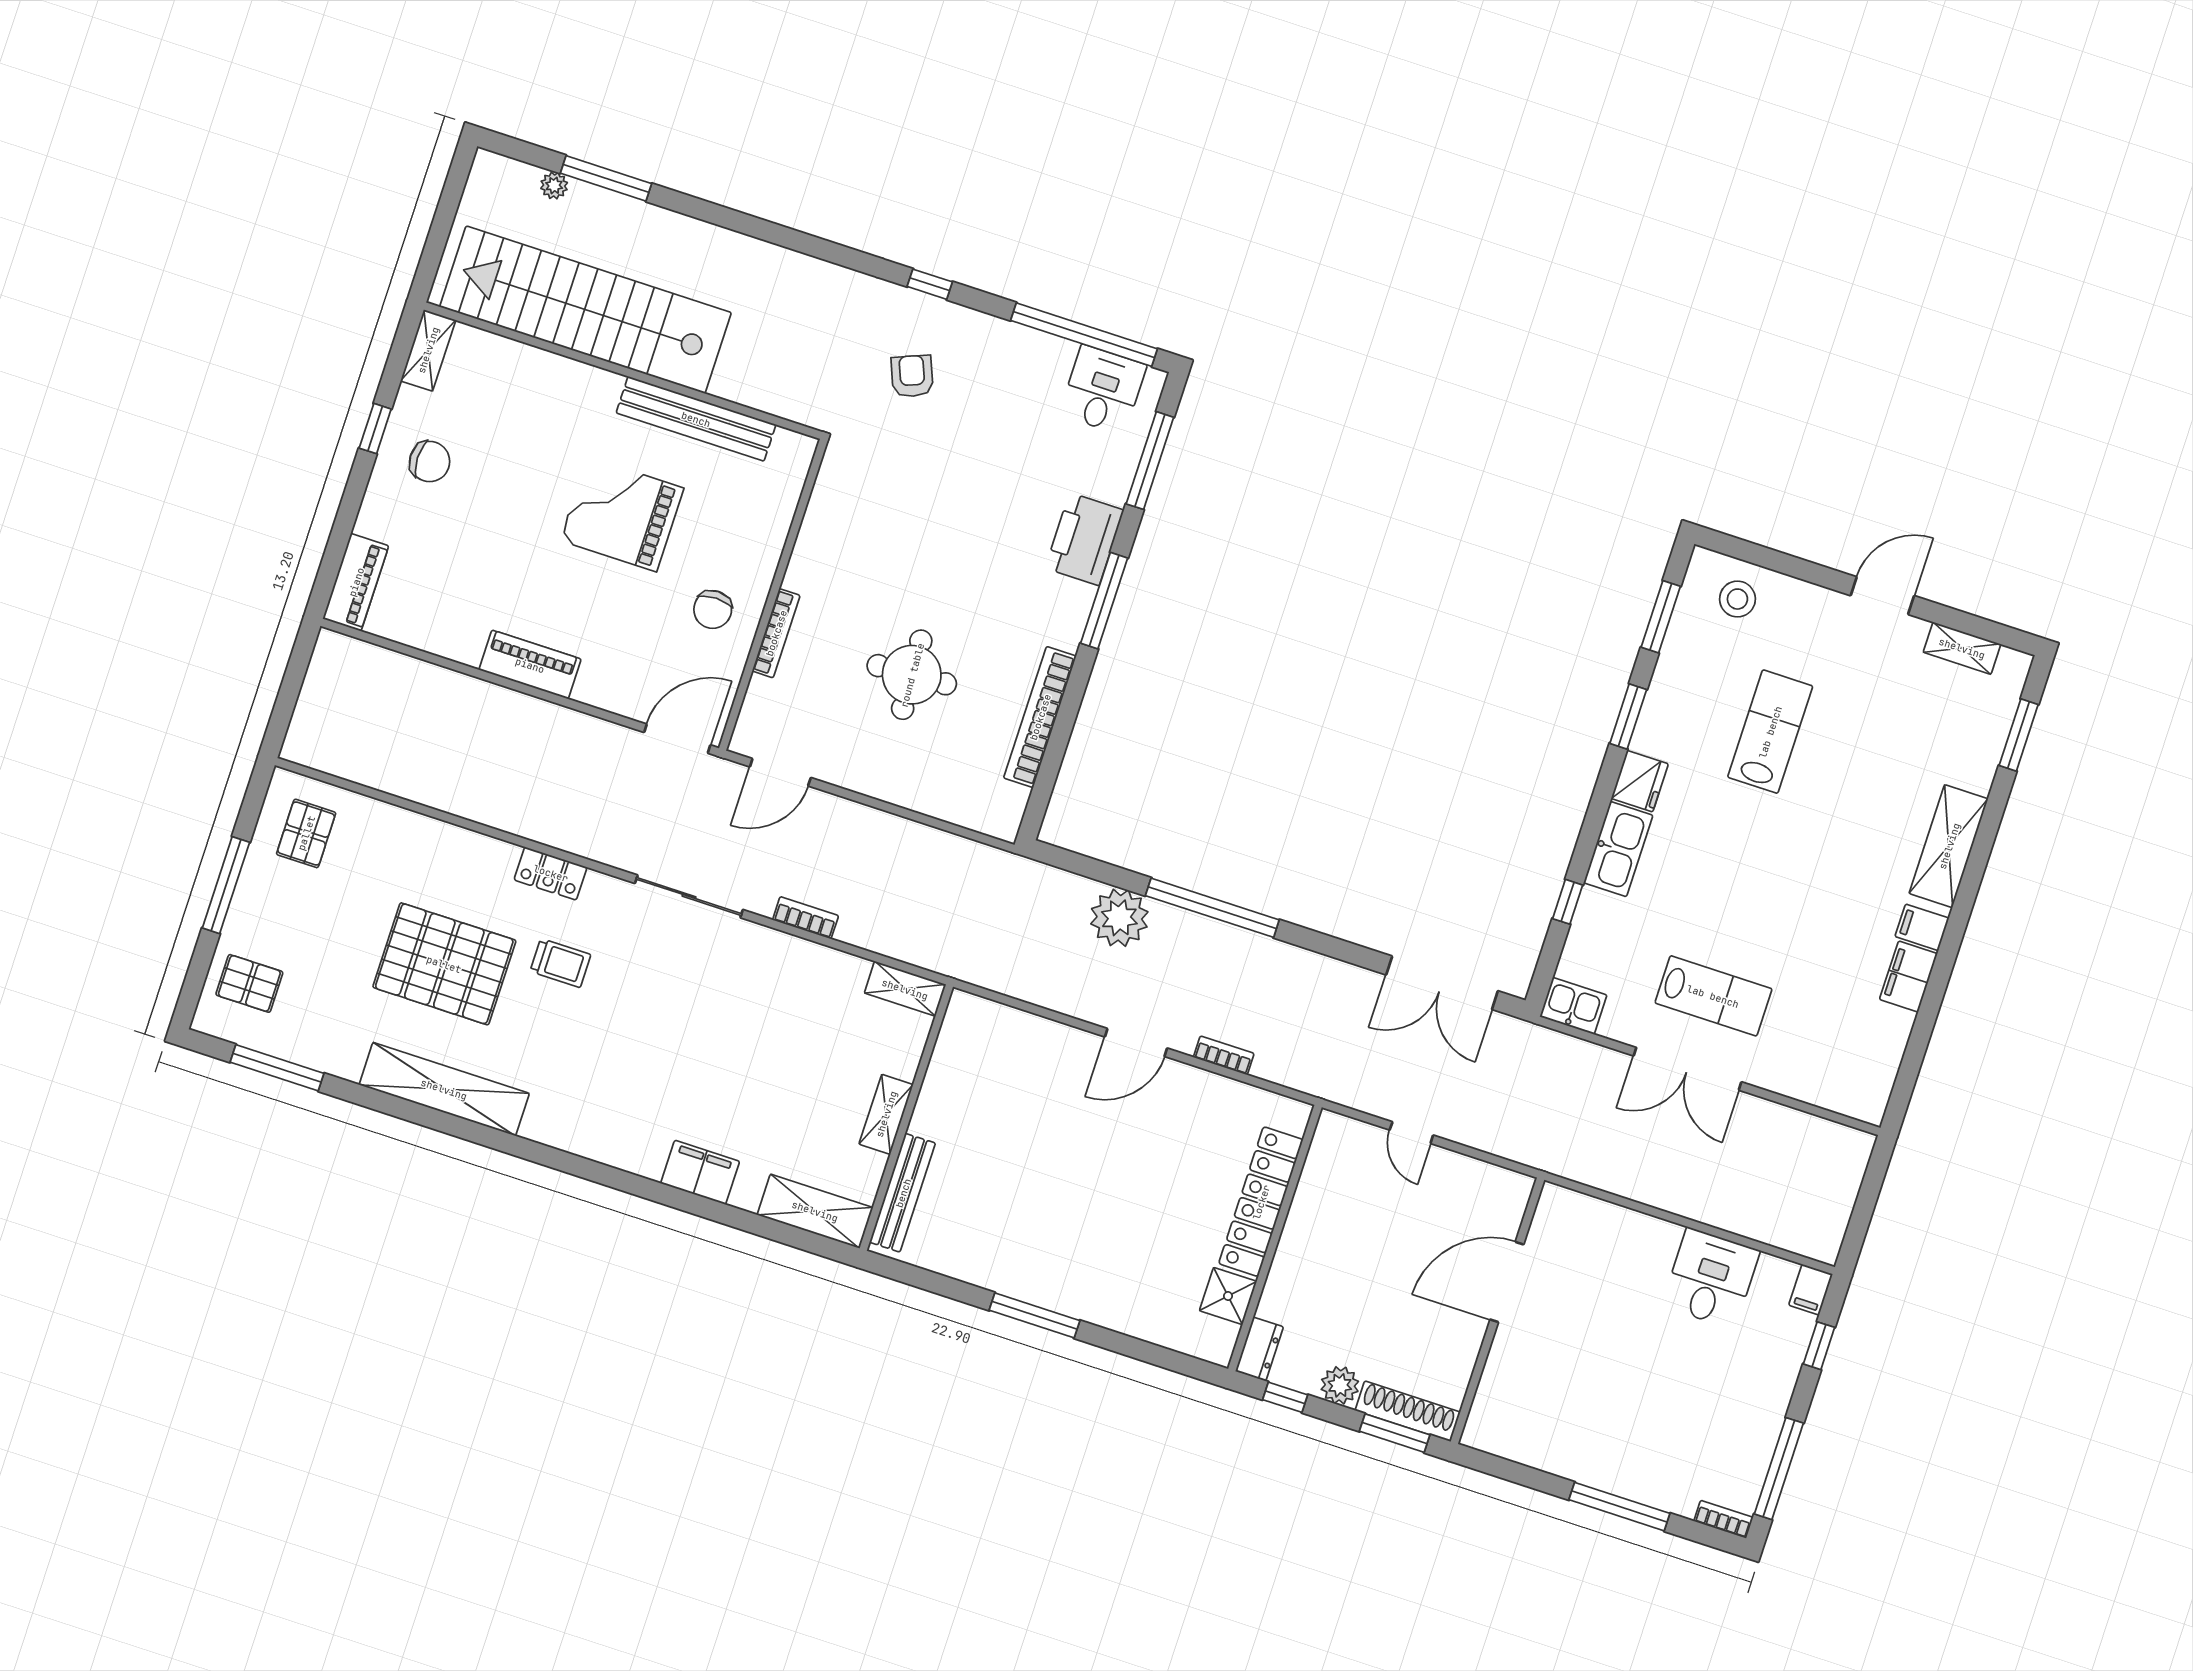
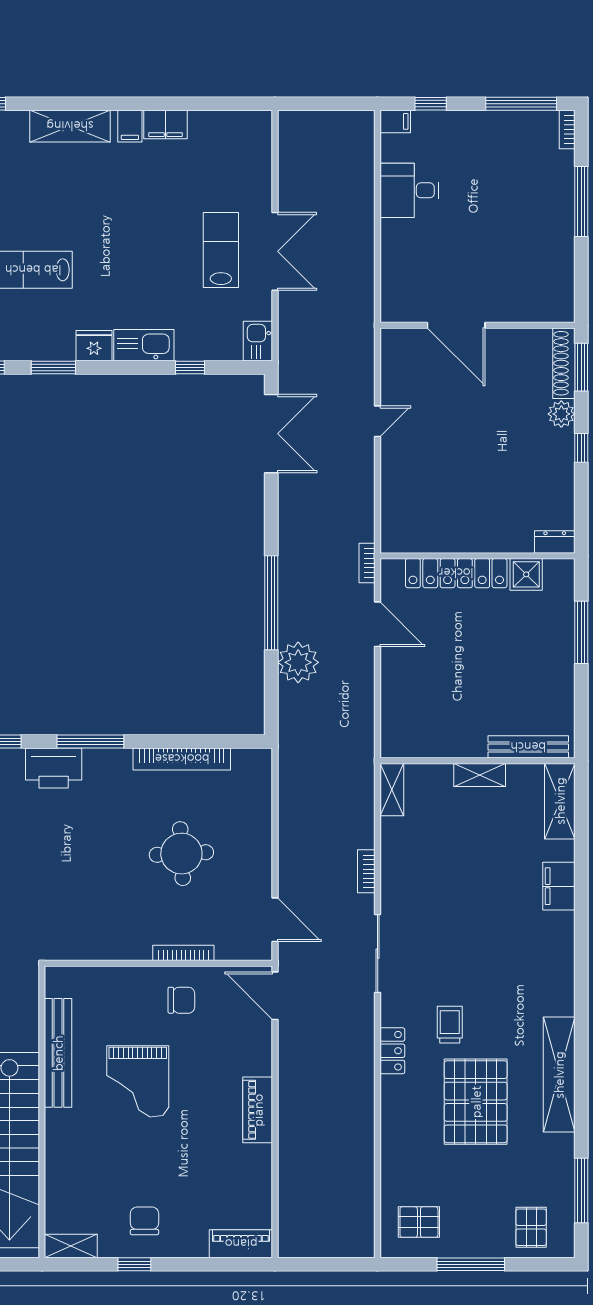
locker: (1261, 1202) -> (456, 573), moved
wall: (1275, 1238) -> (477, 556), moved
shower: (1228, 1296) -> (526, 574), moved
dresser: (1259, 1349) -> (555, 542), moved

